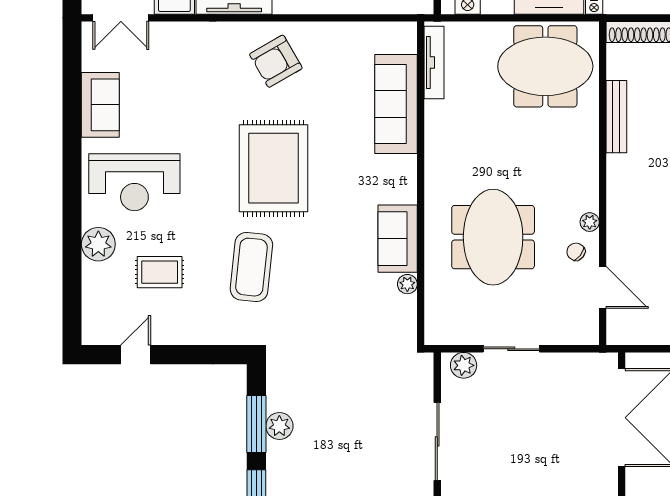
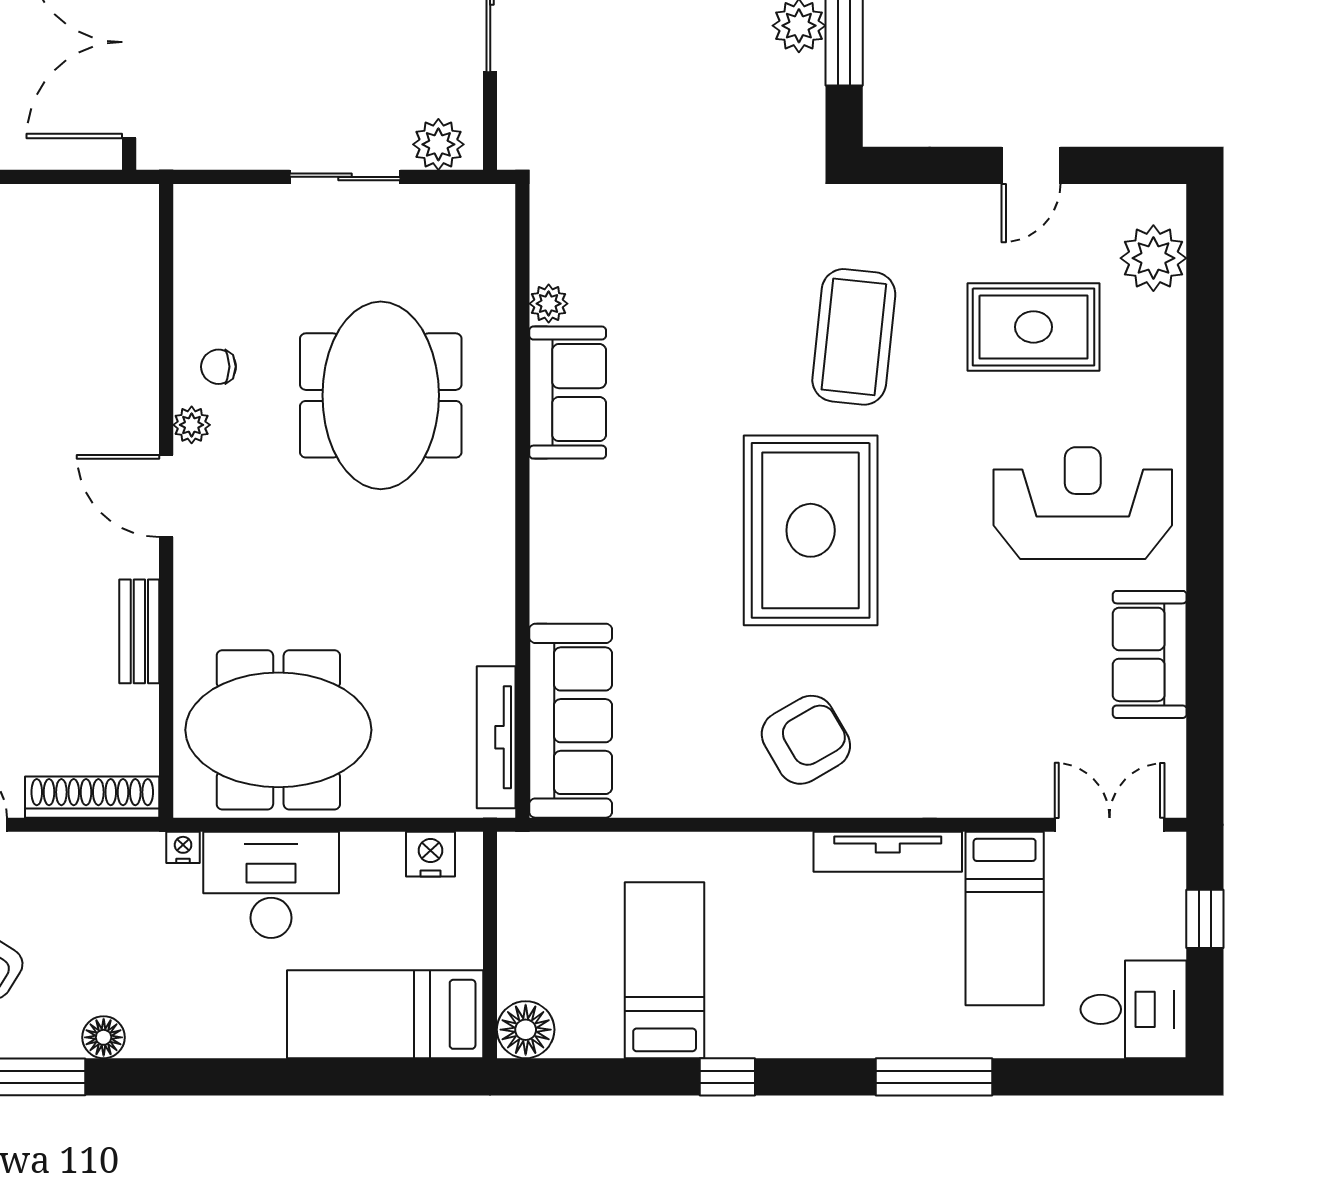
sofa: (396, 104) -> (571, 721), moved
bench: (616, 117) -> (139, 631), width x0.73
plant: (98, 244) -> (1153, 258), moved
chair: (576, 252) -> (218, 367), turned 142
rug: (160, 272) -> (1034, 327), width x1.36, depth x1.43
door: (603, 287) -> (166, 496), moved
door: (136, 355) -> (1031, 165), moved

